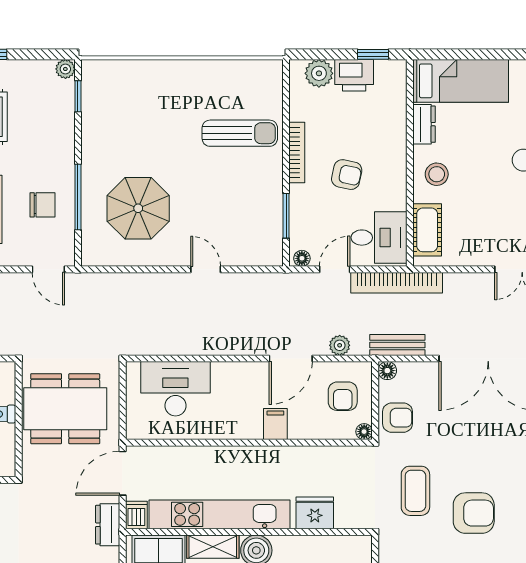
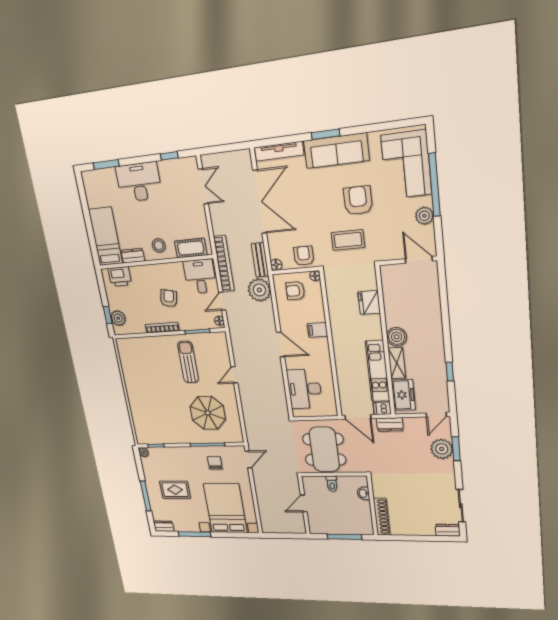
window: (373, 54) -> (108, 315), moved
printer: (354, 75) -> (120, 276), moved, turned 90
sun lounger: (240, 133) -> (188, 362), moved
door: (335, 269) -> (222, 301), hinge flipped
plant: (340, 345) -> (259, 290), width x1.88, depth x1.88
door: (291, 359) -> (280, 344), moved
armchair: (343, 396) -> (295, 291), turned 180
kitchen unit: (220, 514) -> (378, 371), width x0.73

